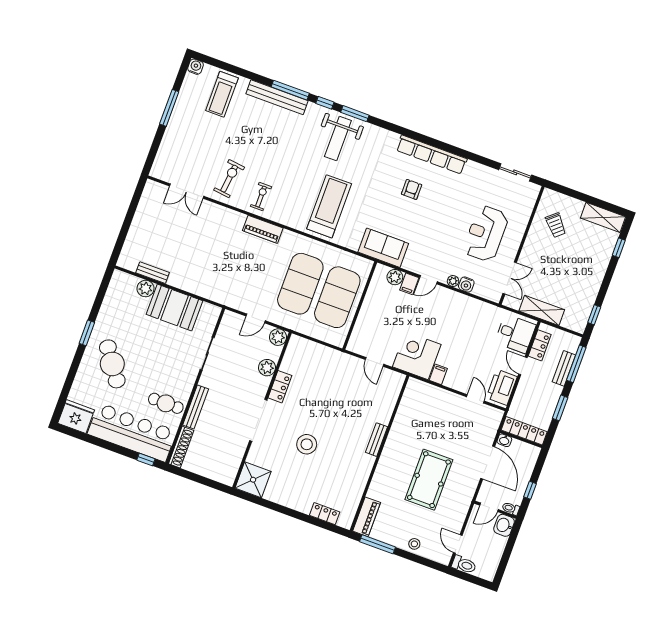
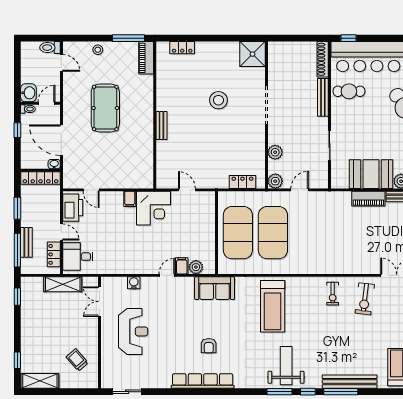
piano: (263, 229) -> (368, 199), moved, turned 180
plant: (453, 281) -> (146, 282), removed
locker: (280, 387) -> (242, 182), moved, turned 90

